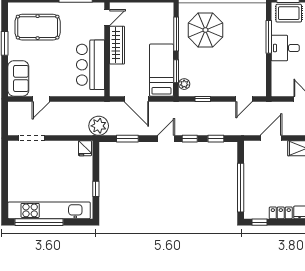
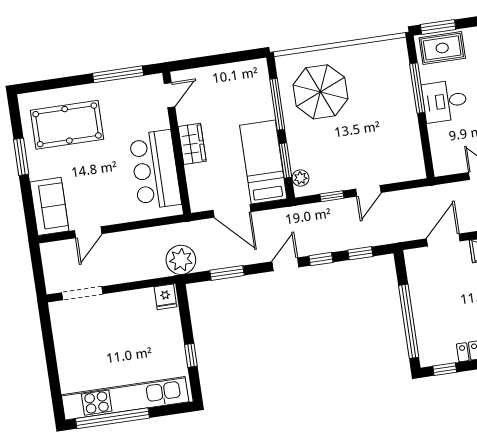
wardrobe: (117, 45) -> (192, 144), width x0.67
door: (244, 99) -> (368, 191), moved

